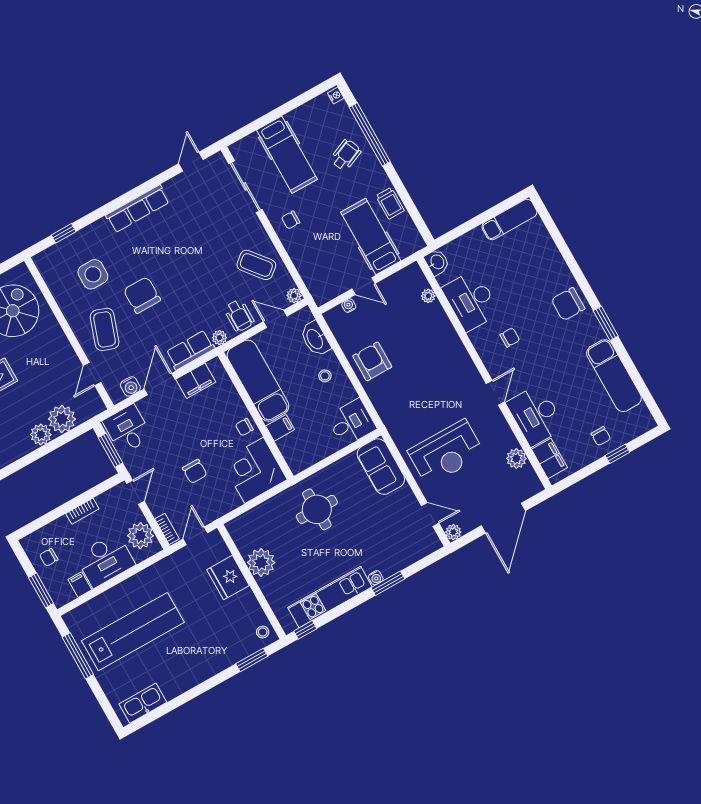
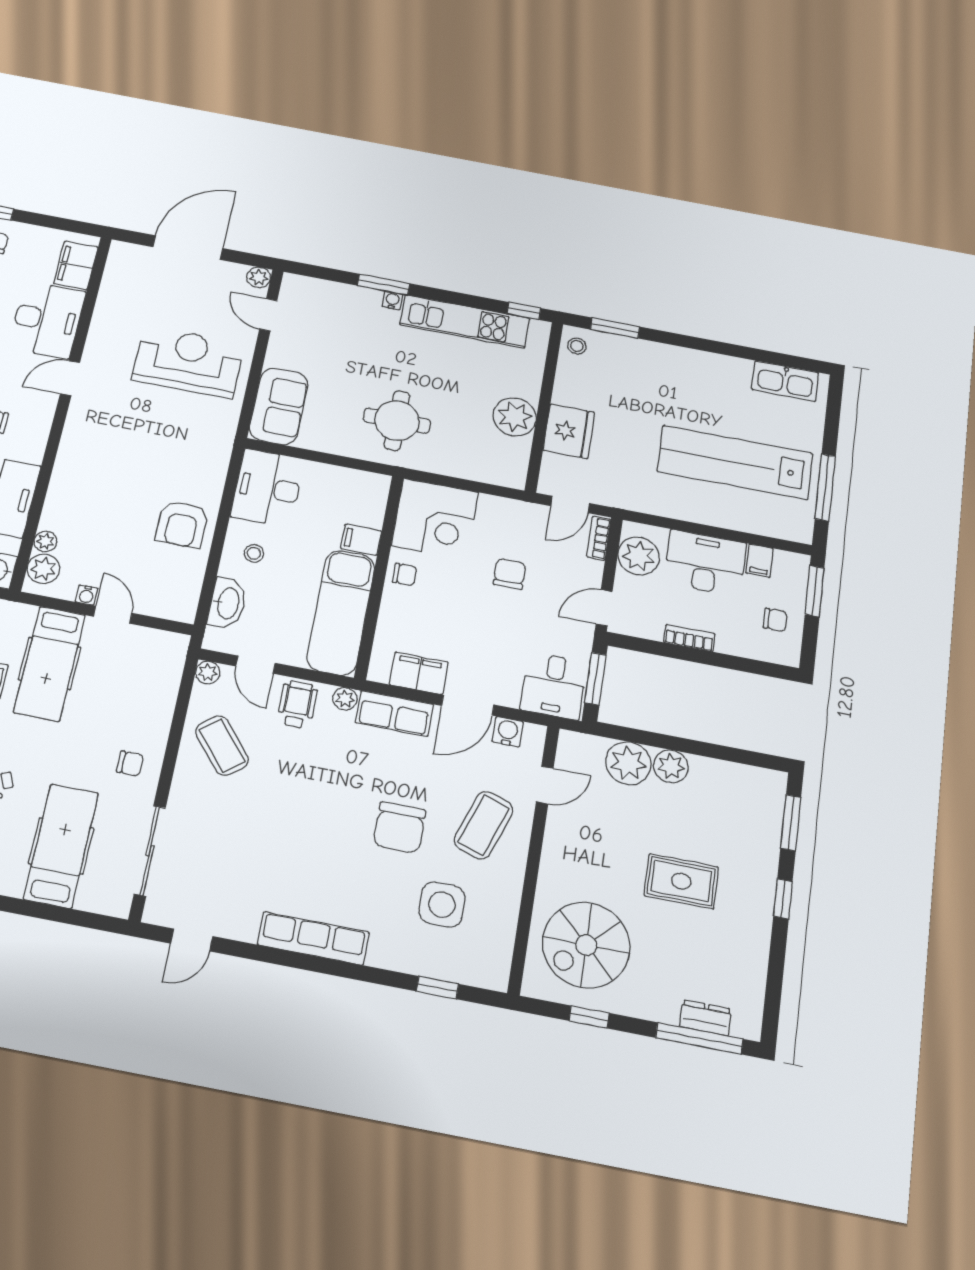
water cooler: (349, 306) -> (86, 595), moved
desk: (352, 423) -> (268, 488), width x1.37
plant: (516, 458) -> (43, 569), moved

